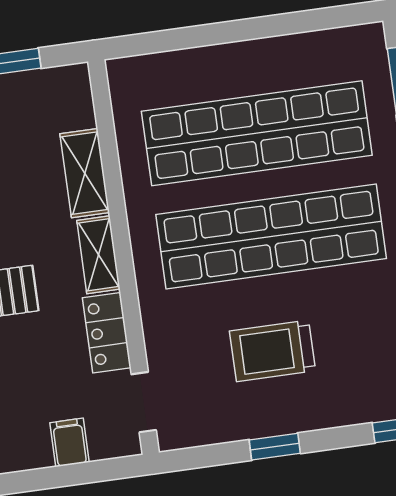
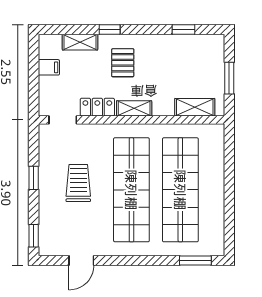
shelving: (85, 173) -> (195, 107), moved
filing cabinet: (69, 442) -> (49, 67), moved

